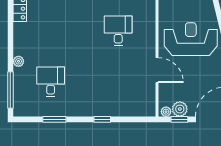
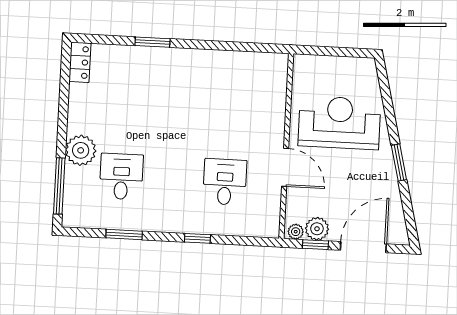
desk: (118, 31) -> (225, 182), moved
plant: (19, 61) -> (81, 150), width x1.88, depth x1.88

